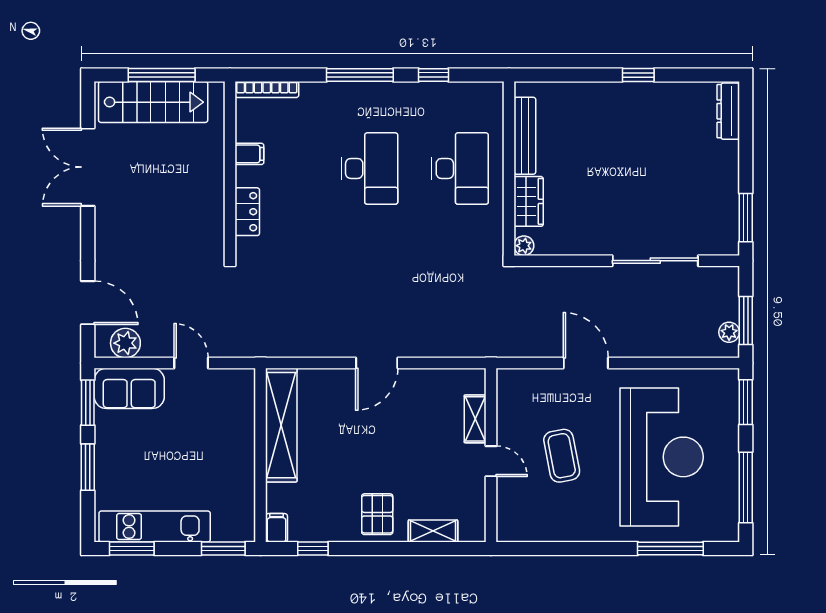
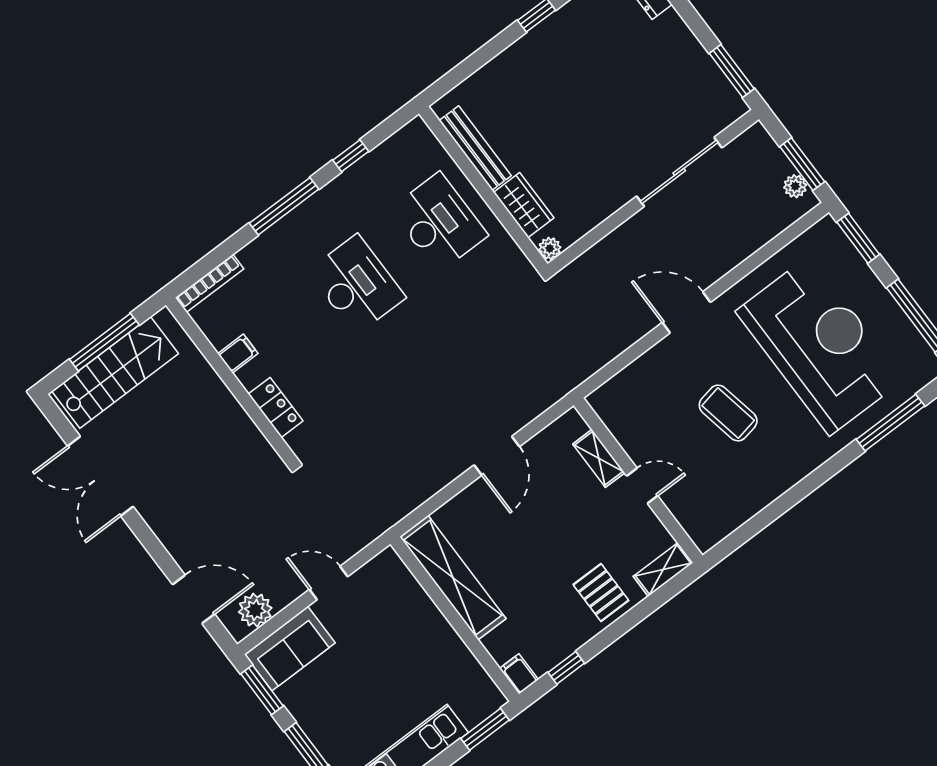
shelving: (475, 419) -> (599, 458), moved
wall: (491, 455) -> (638, 480), moved
door: (491, 461) -> (642, 486), moved

